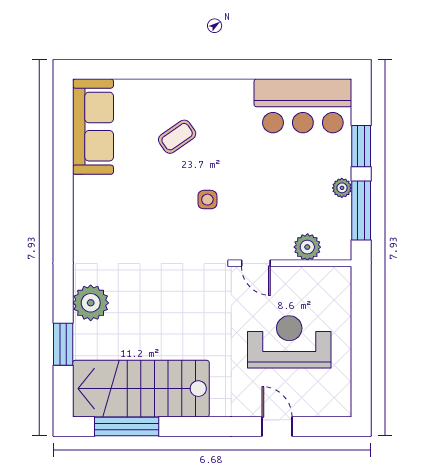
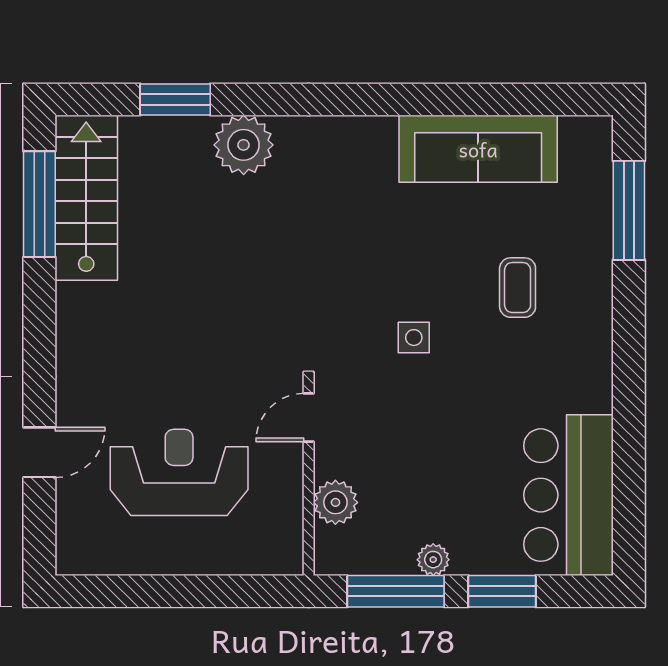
window: (130, 69) -> (629, 210), added
sofa: (93, 127) -> (478, 149), moved
coffee table: (177, 137) -> (518, 288), turned 35
reception desk: (289, 342) -> (179, 472), turned -90
stairs: (141, 389) -> (86, 198), width x0.73, depth x0.66

